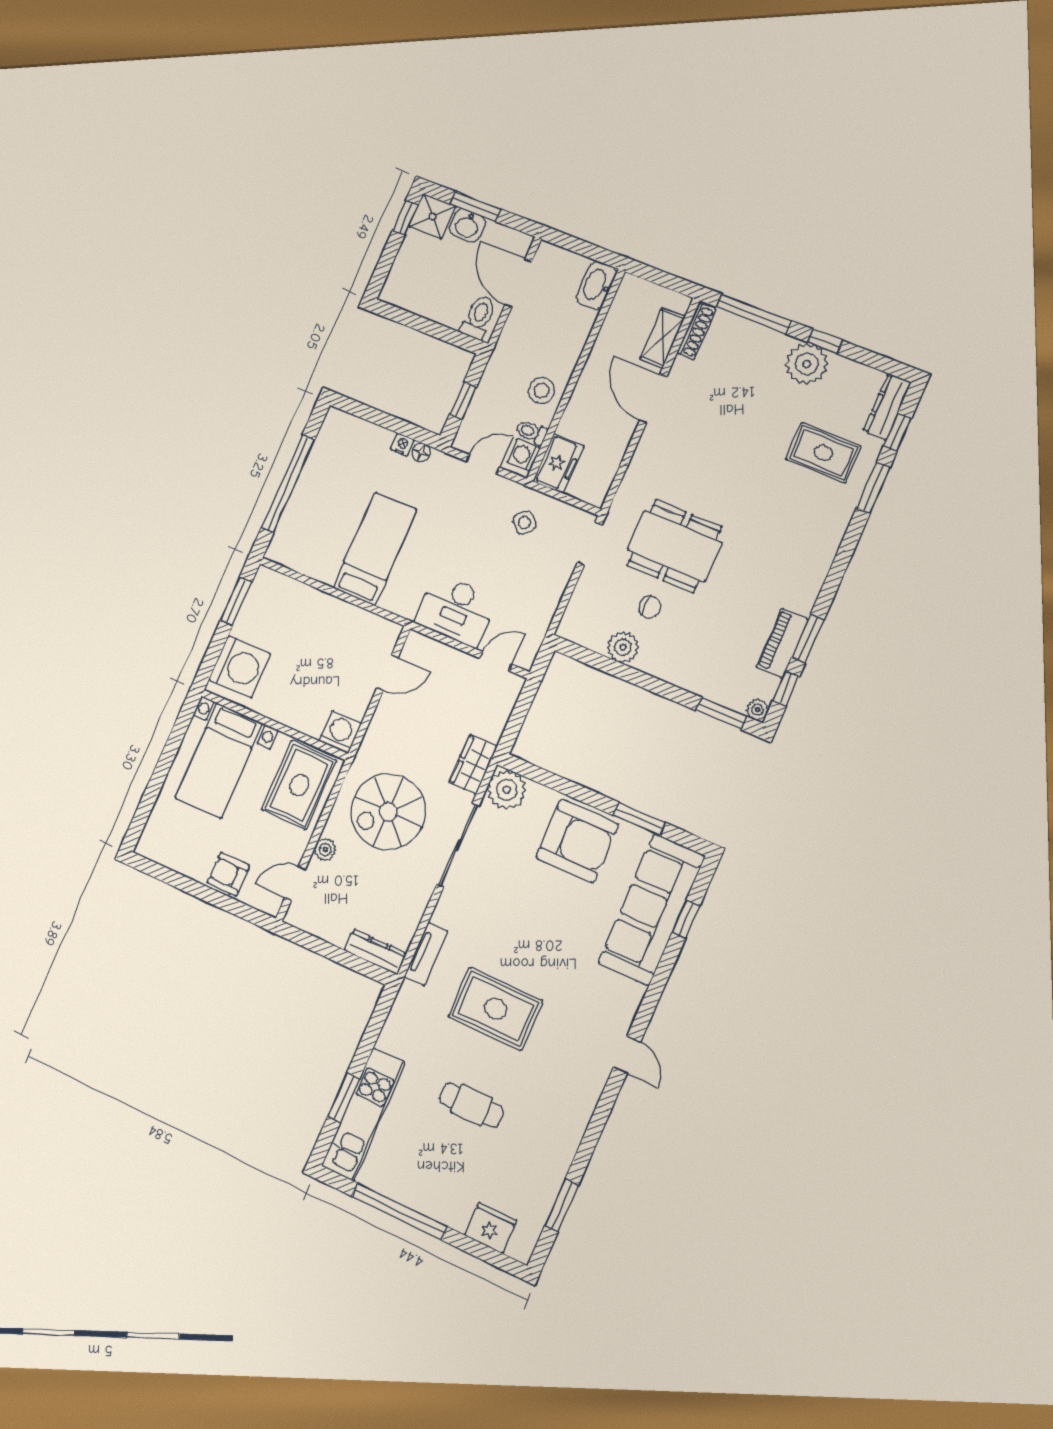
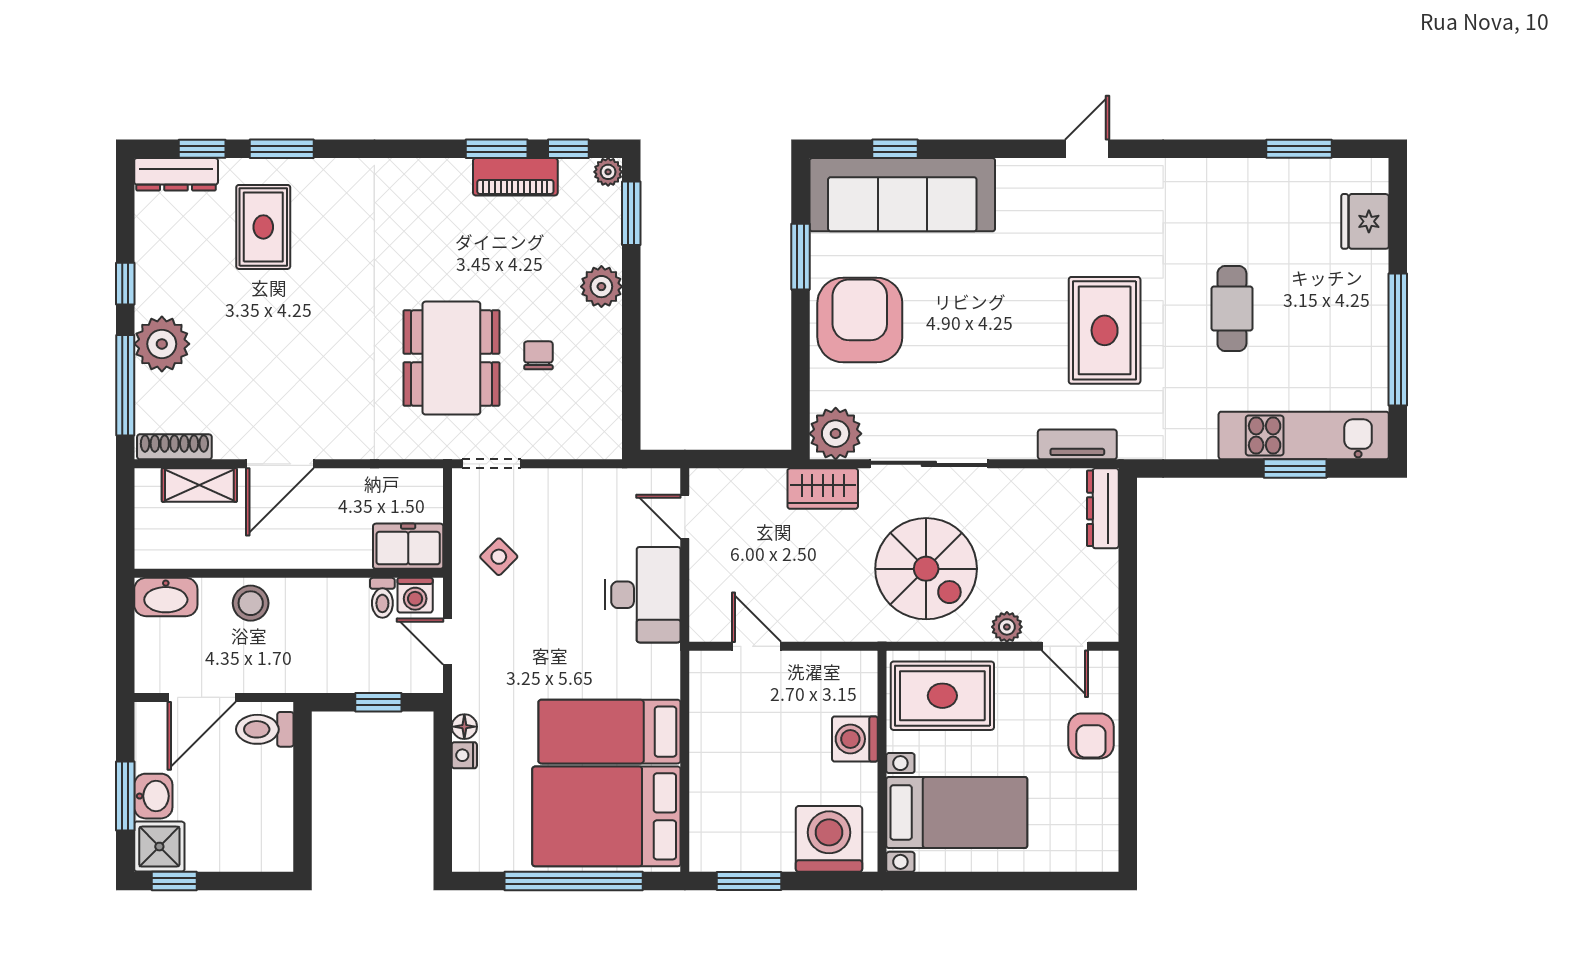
plant: (807, 364) -> (162, 344), moved
stool: (542, 391) -> (251, 603), moved
bed: (320, 523) -> (606, 816), added
plant: (623, 647) -> (601, 287), moved
washing machine: (340, 732) -> (855, 739), moved

